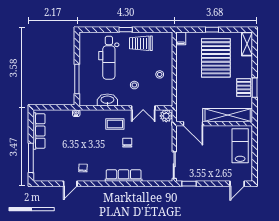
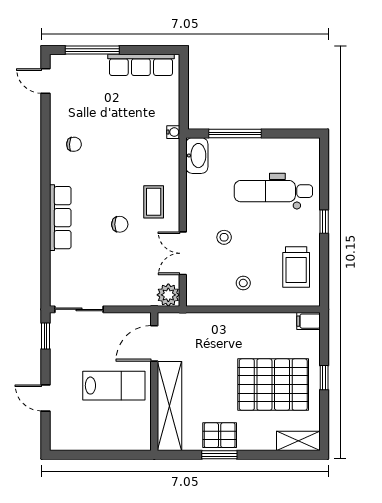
trolley: (141, 43) -> (296, 267), moved, turned 180
washbasin: (107, 100) -> (197, 156), moved
lab bench: (240, 146) -> (114, 386), moved
door: (70, 184) -> (45, 81), moved
door: (237, 184) -> (45, 398), moved

